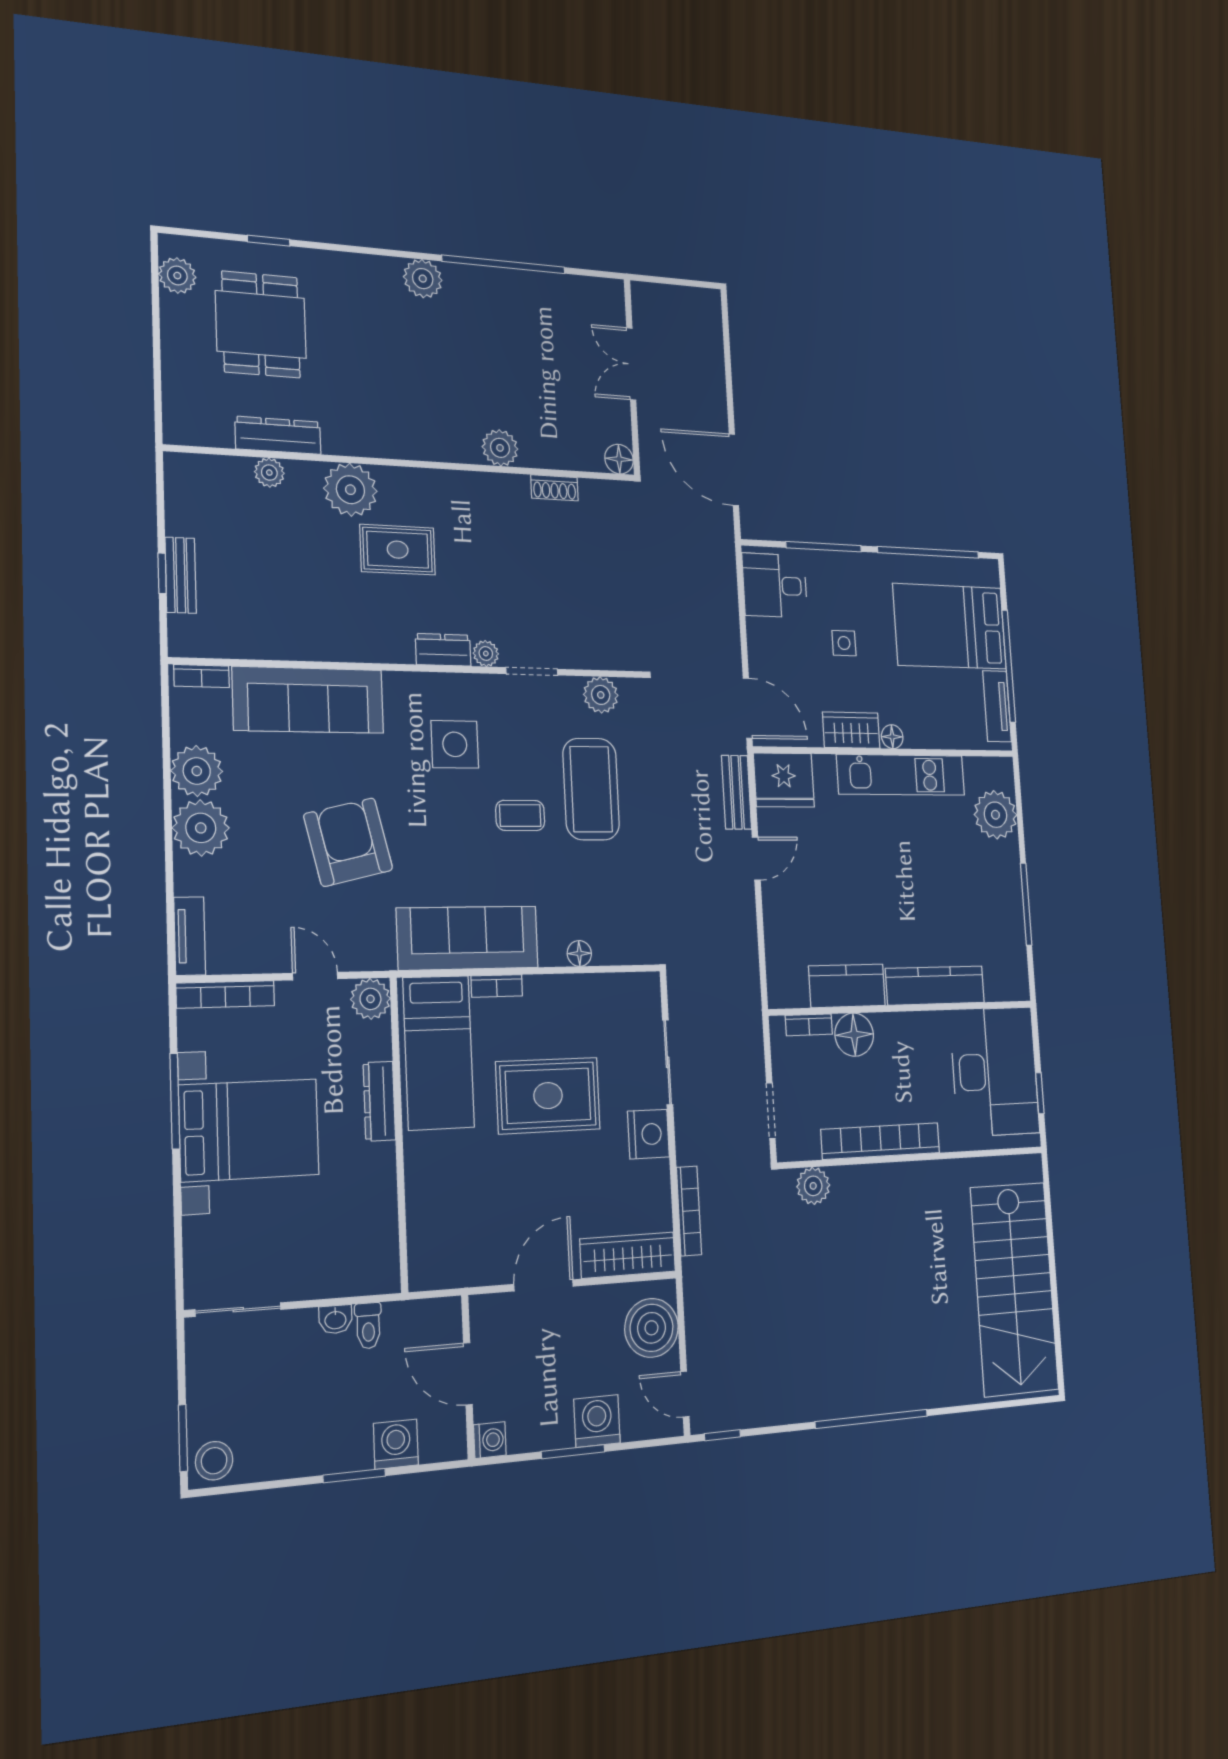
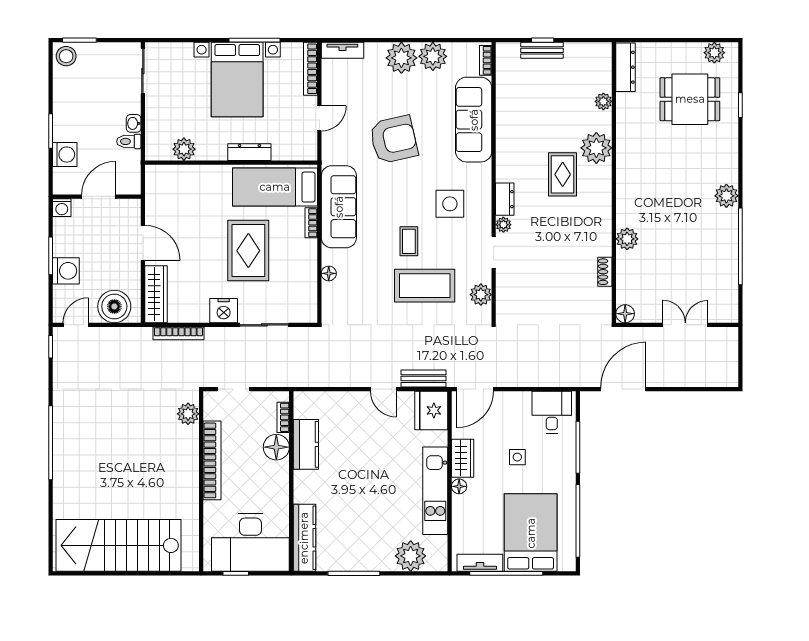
dresser: (278, 435) -> (626, 67), moved
kitchen counter: (935, 985) -> (304, 538), moved
plant: (370, 999) -> (184, 149), moved

